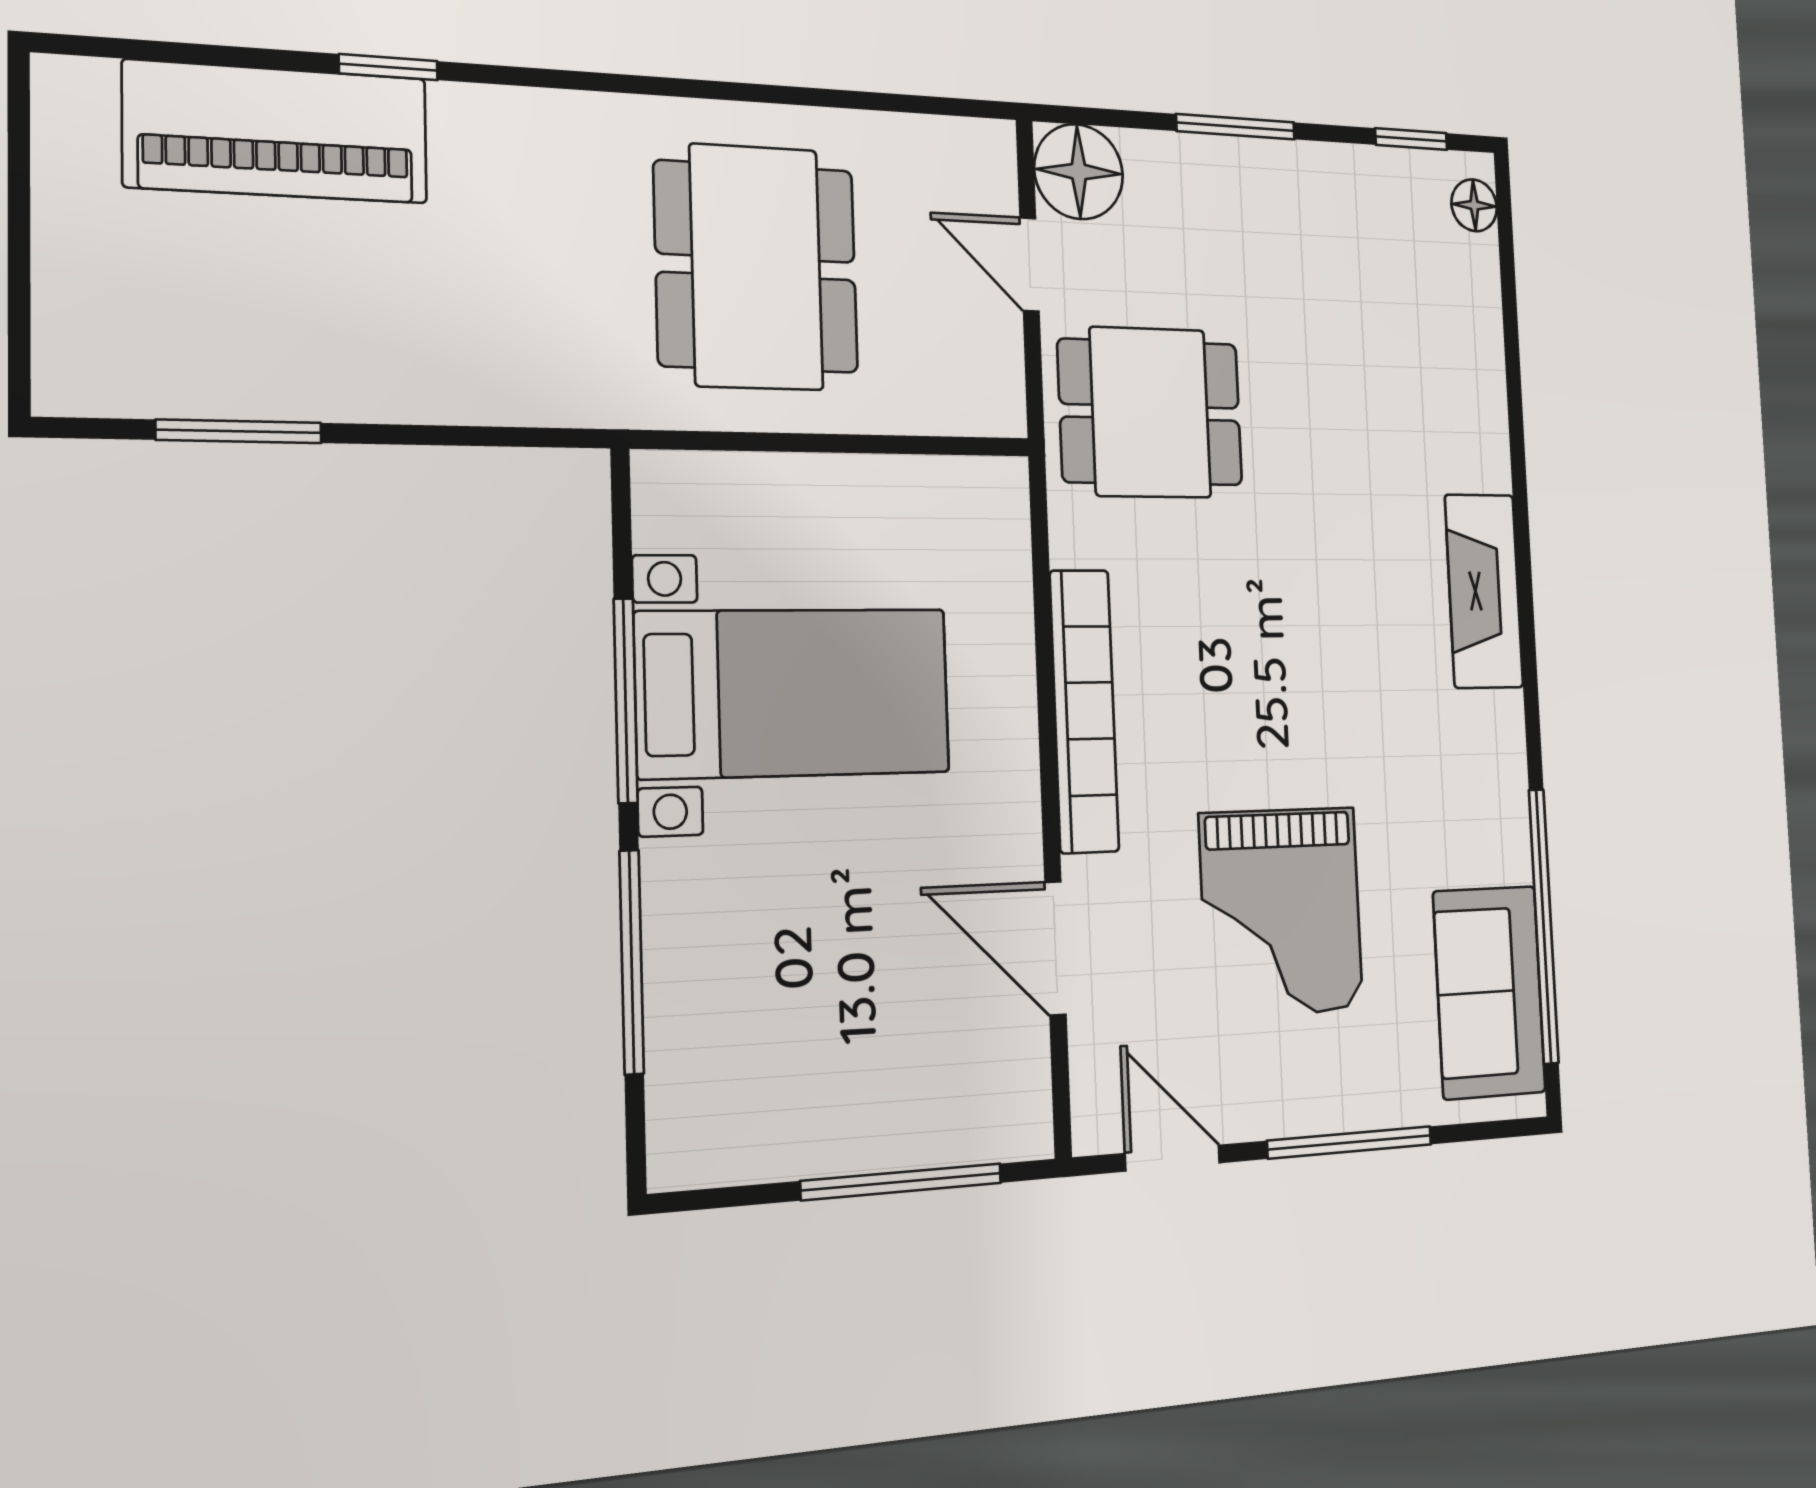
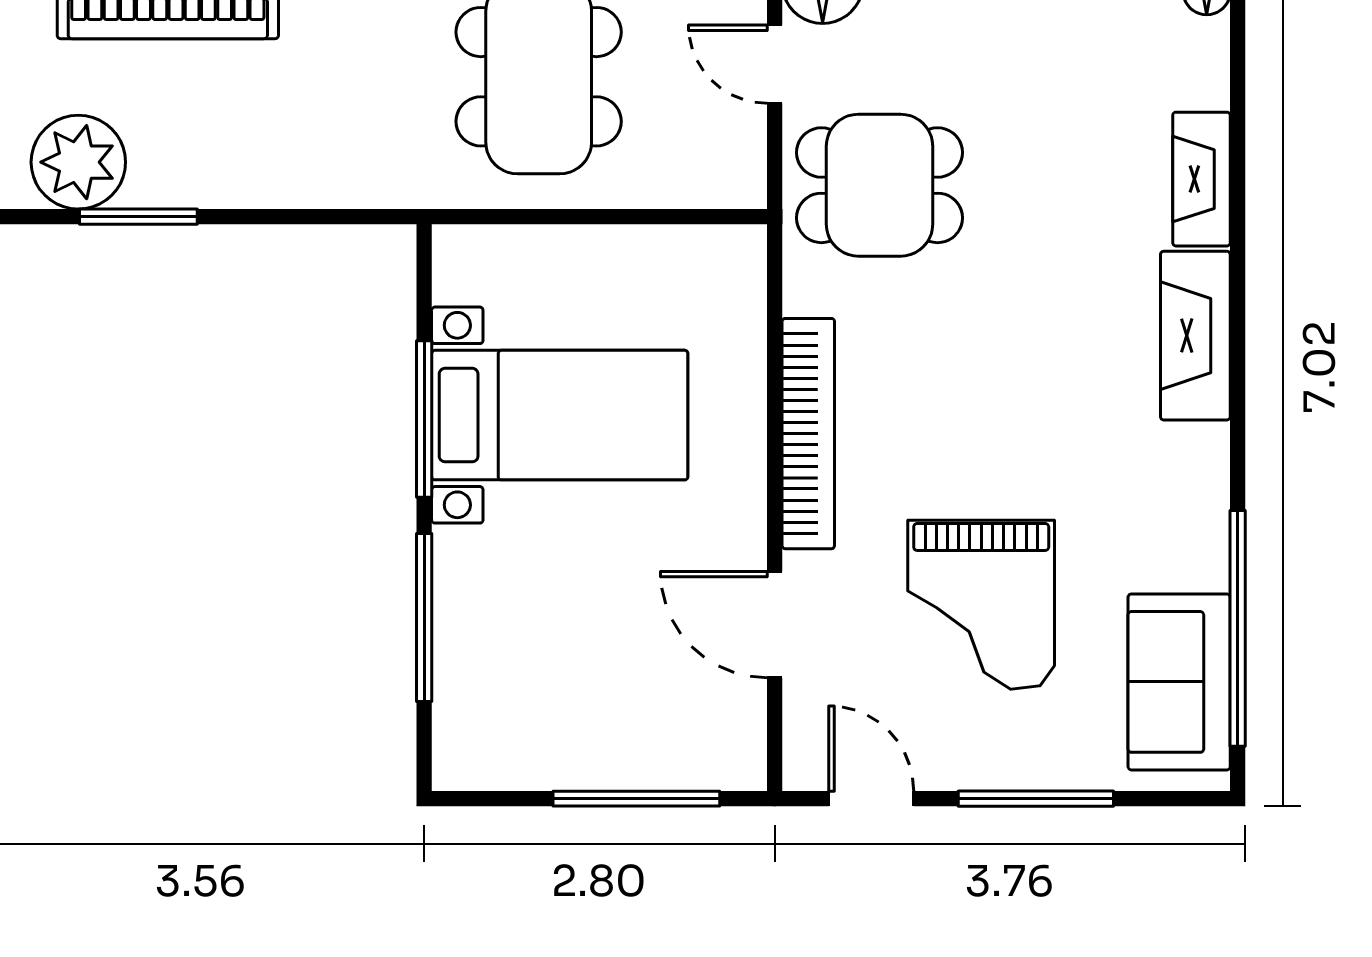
plant: (153, 355) -> (78, 162), added
fireplace: (1480, 414) -> (1201, 179), added

